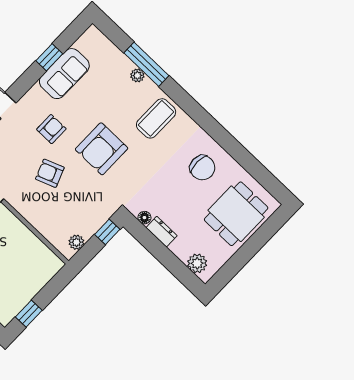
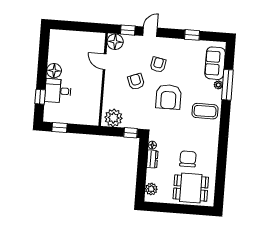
sofa: (64, 74) -> (215, 63), moved, turned 90
armchair: (51, 129) -> (158, 65), turned -79
armchair: (102, 149) -> (169, 97), turned -90
chair: (202, 168) -> (188, 159), moved, turned 180
plant: (76, 242) -> (114, 118), width x1.87, depth x1.87

